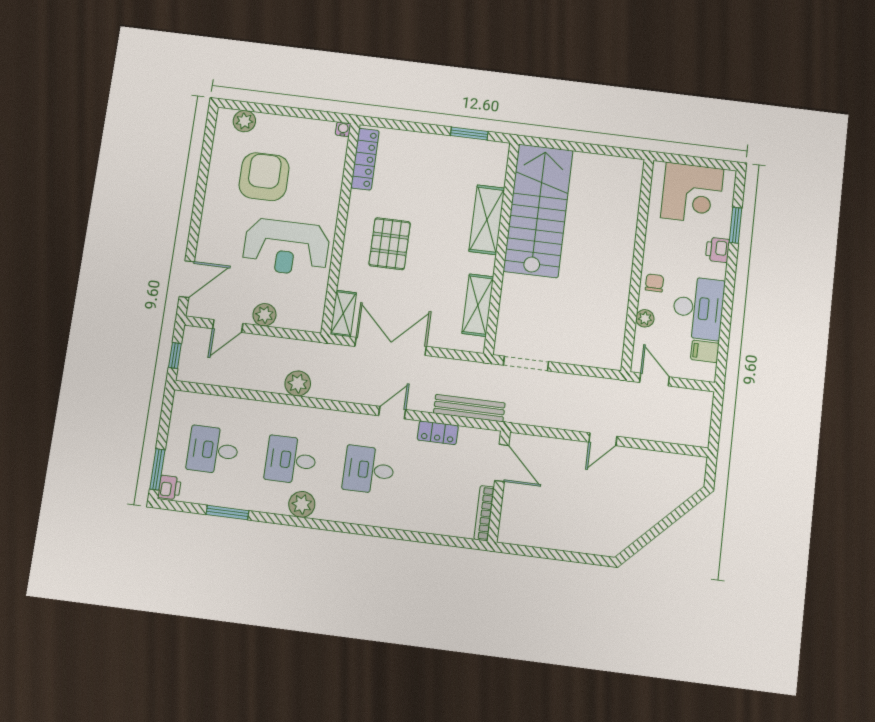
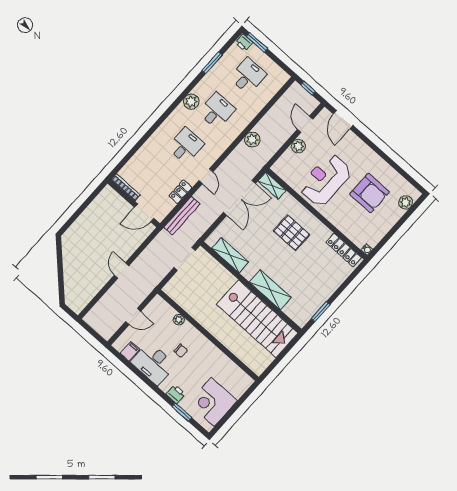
wall: (637, 265) -> (208, 335), moved
plant: (645, 318) -> (179, 320), moved

